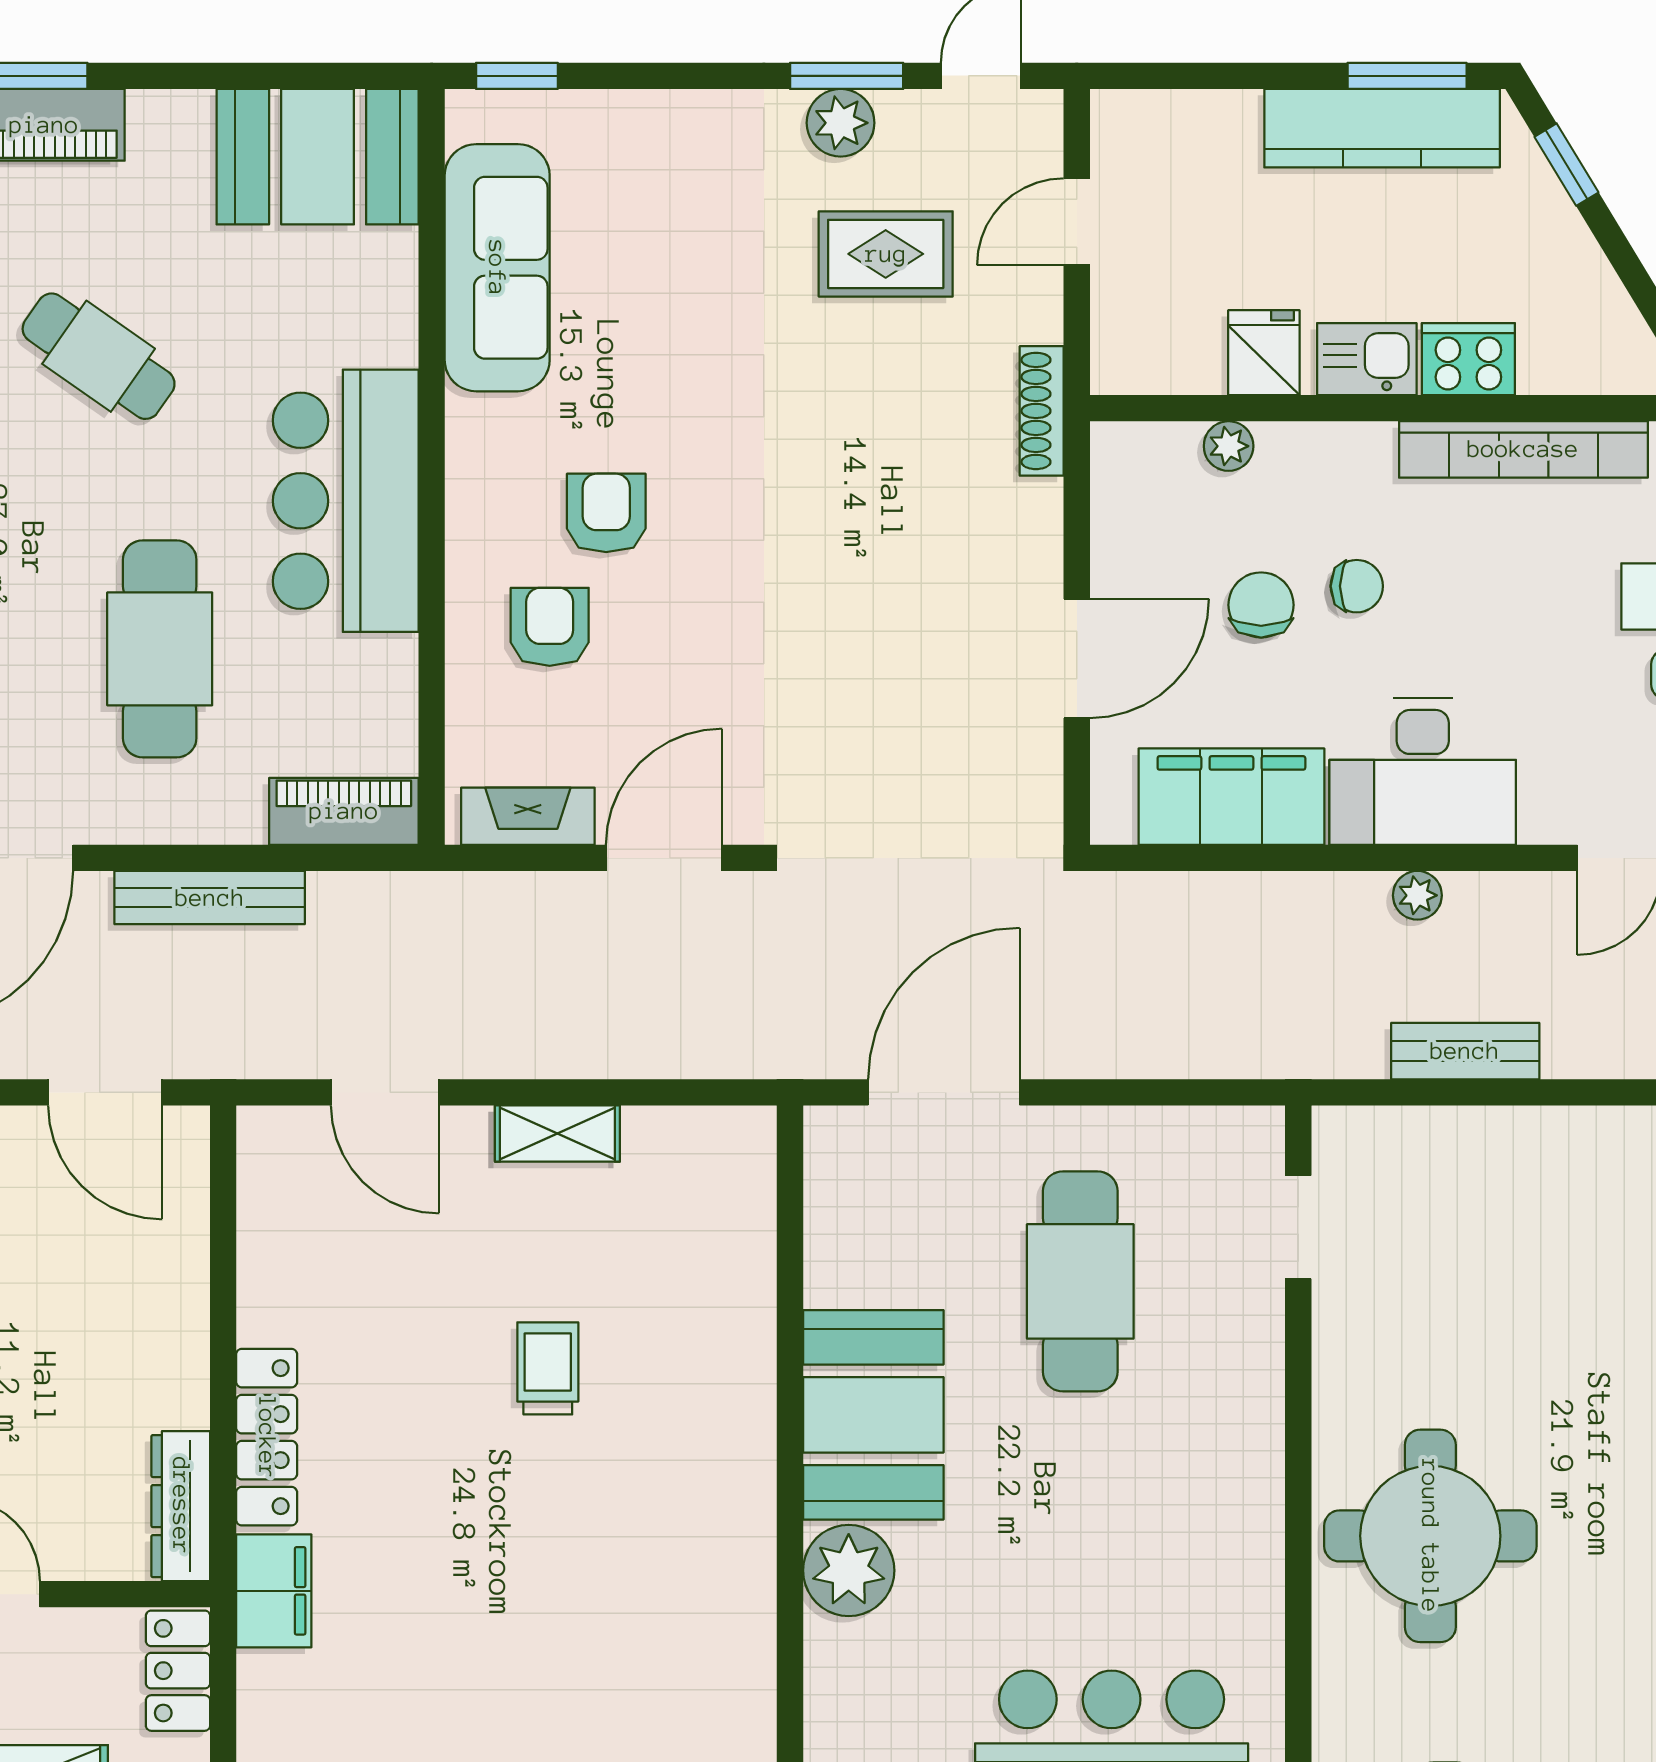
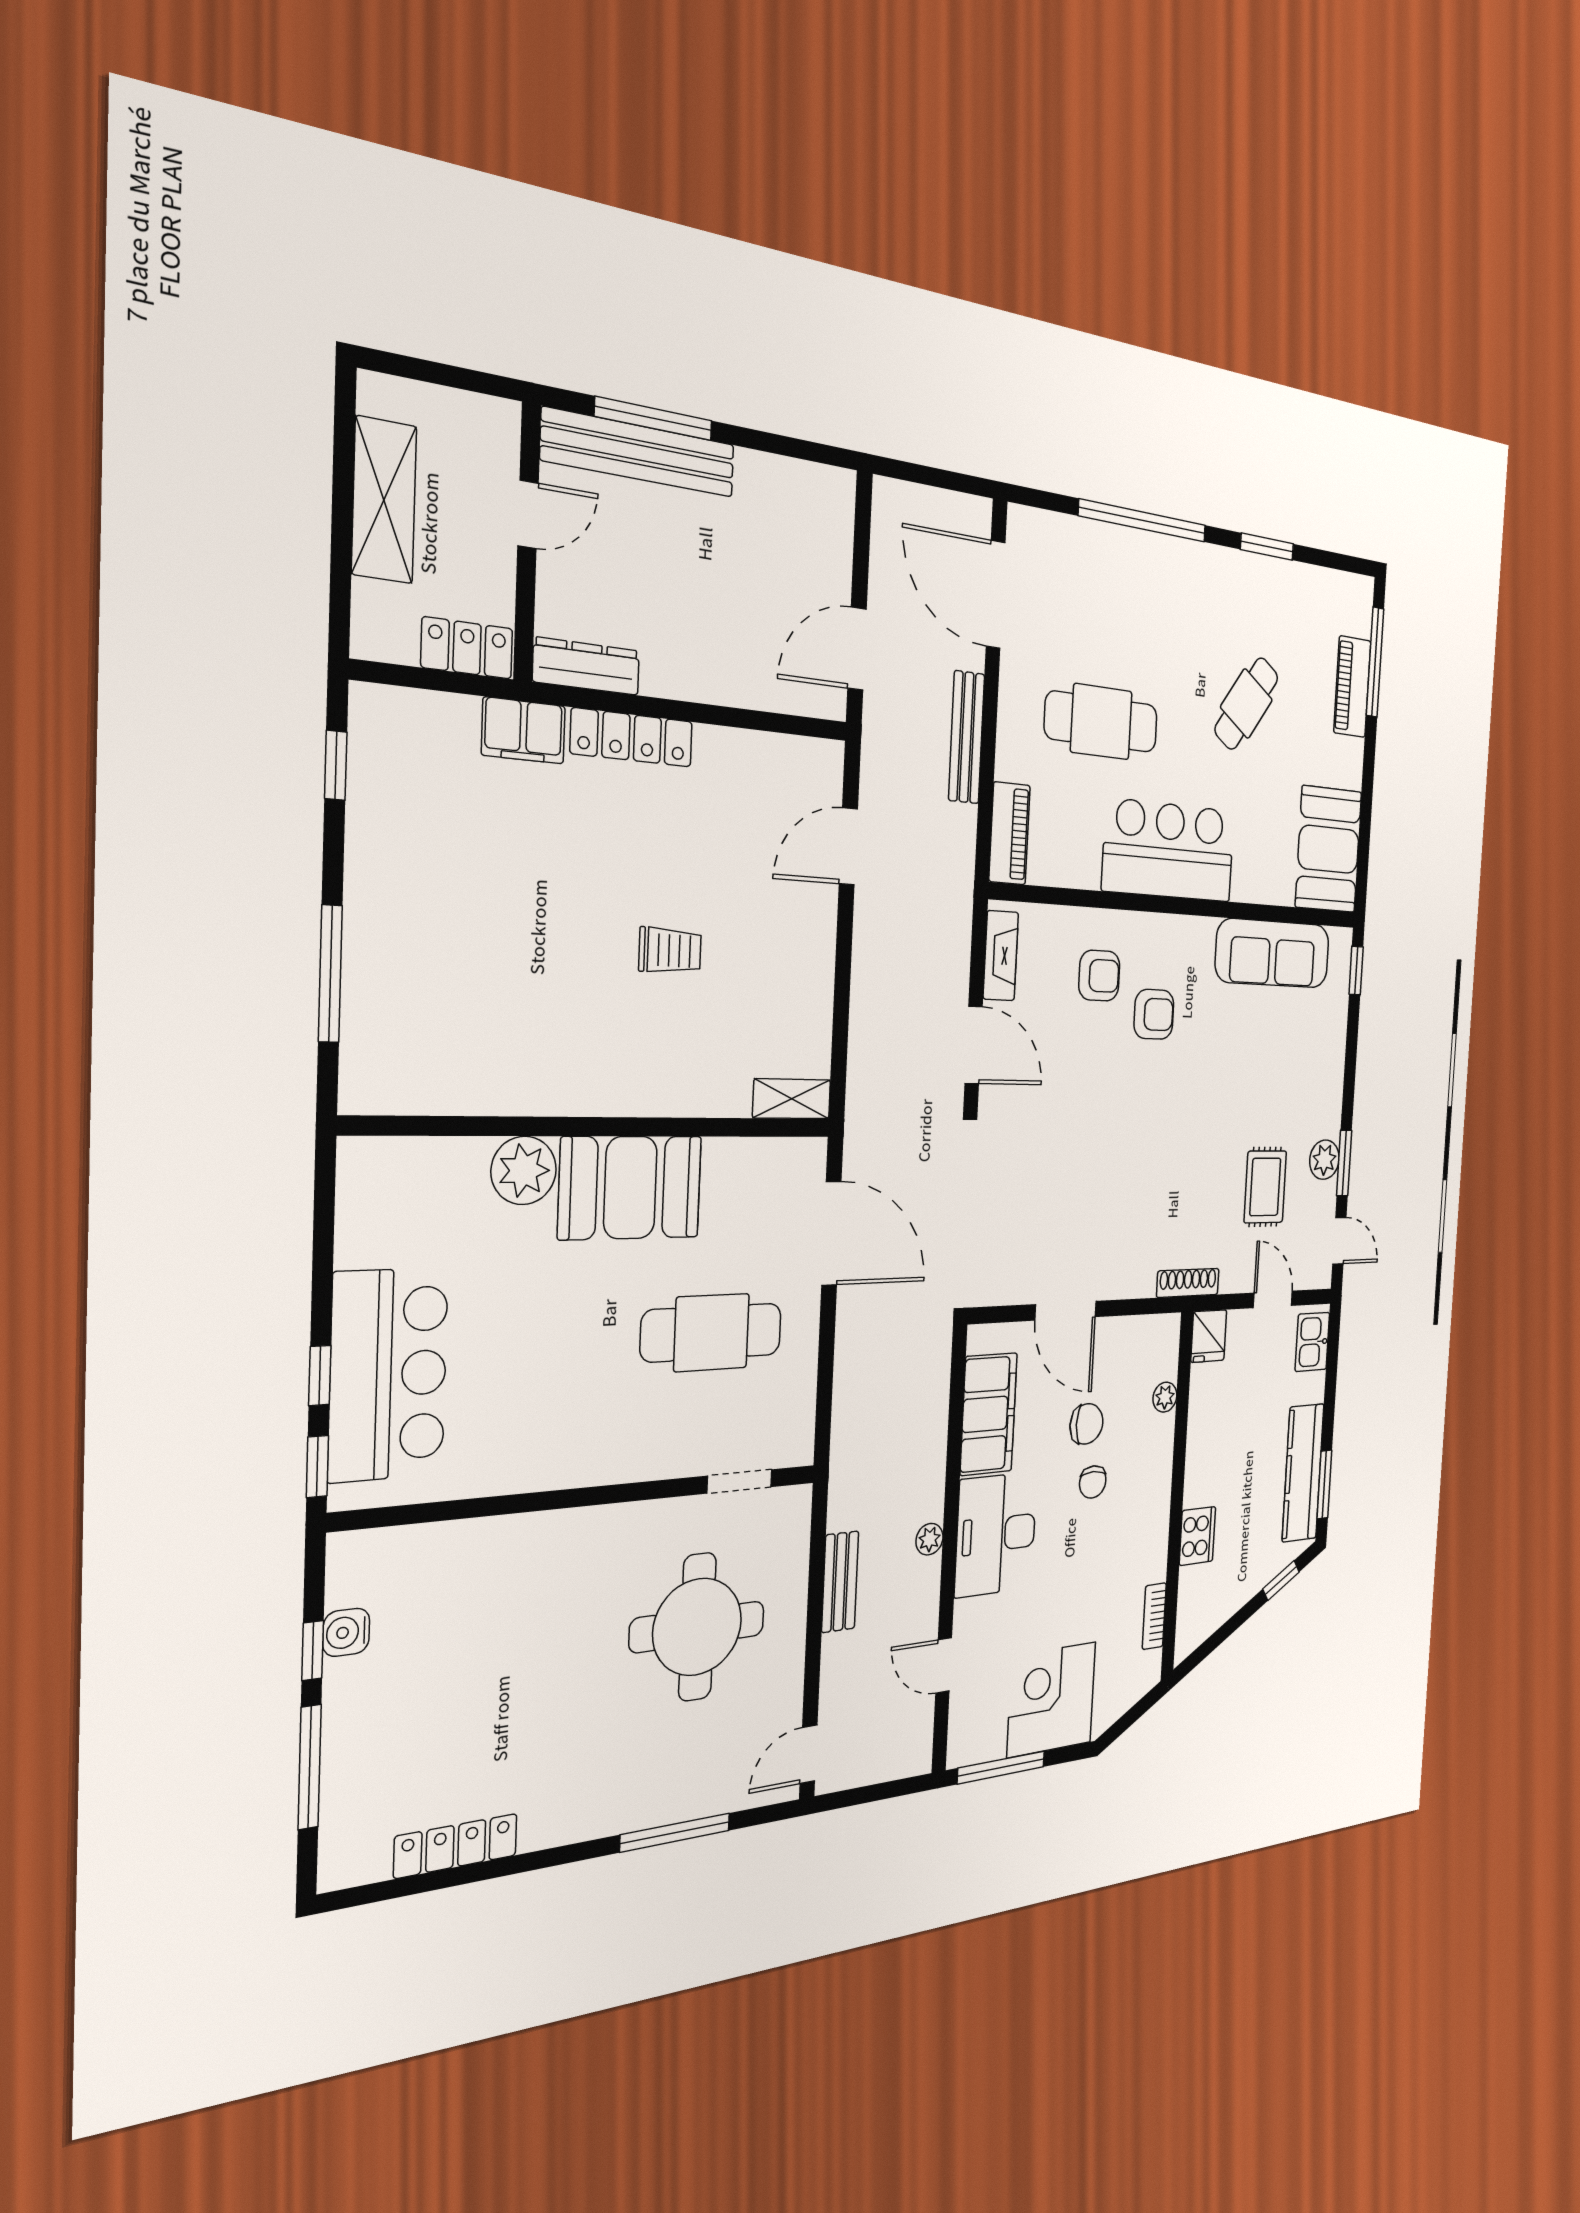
fridge: (1264, 353) -> (1209, 1336), moved, turned 90
kitchen sink: (1367, 359) -> (1312, 1342), moved, turned 180
bookcase: (1523, 449) -> (1154, 1616), width x0.43, depth x0.76
shelving: (557, 1134) -> (792, 1099), moved, turned 90
round table: (1430, 1536) -> (697, 1627), moved

